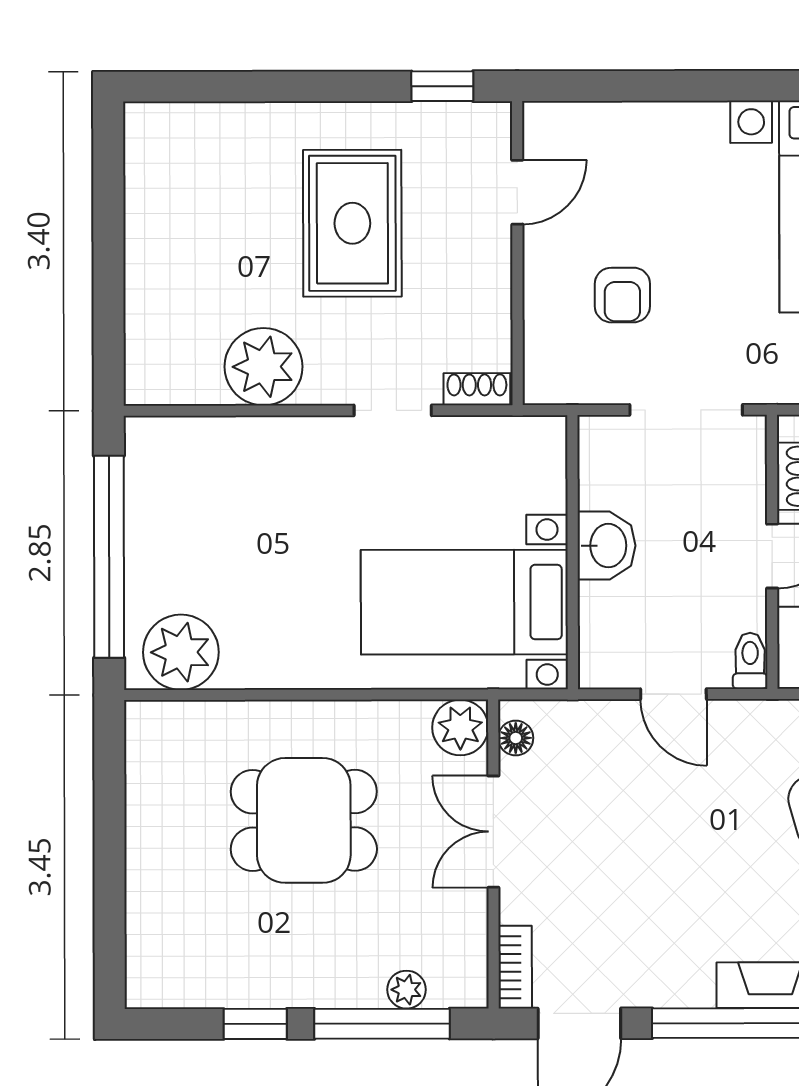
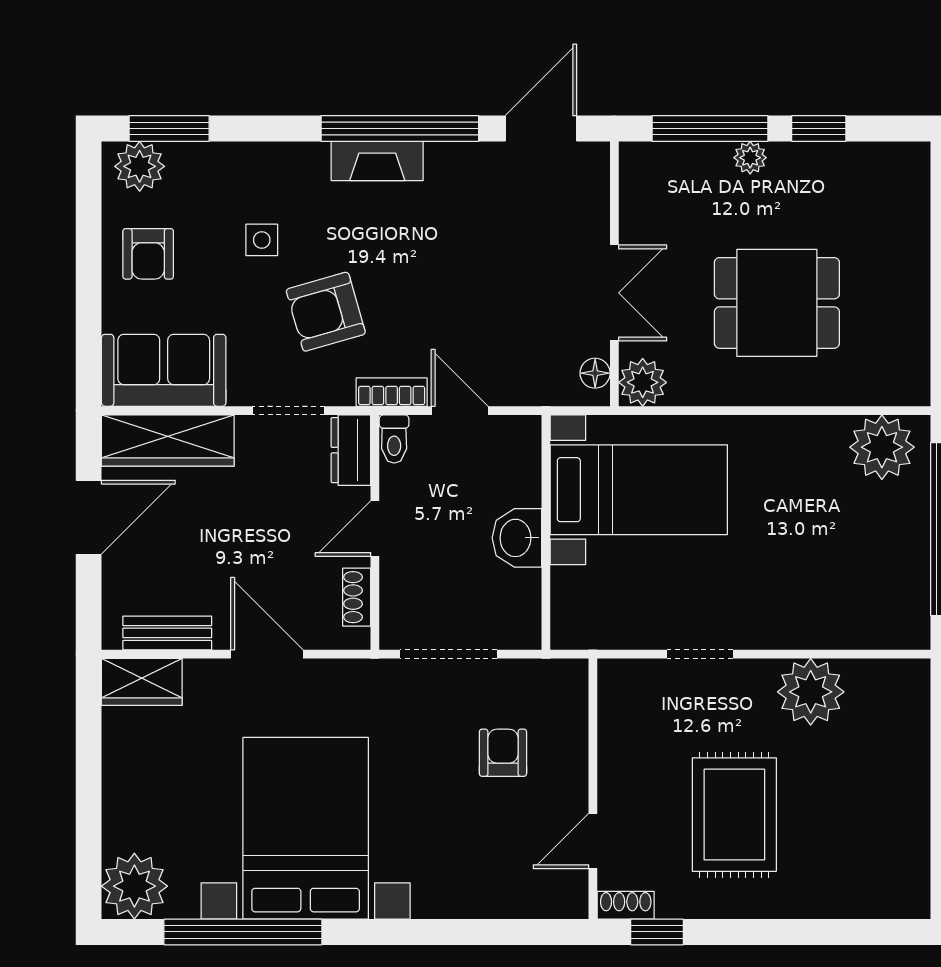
shoe rack: (477, 389) -> (626, 905), moved, turned 180
bookcase: (515, 967) -> (392, 392), moved, turned 90
plant: (407, 990) -> (750, 158), moved

